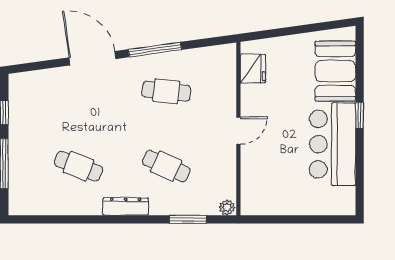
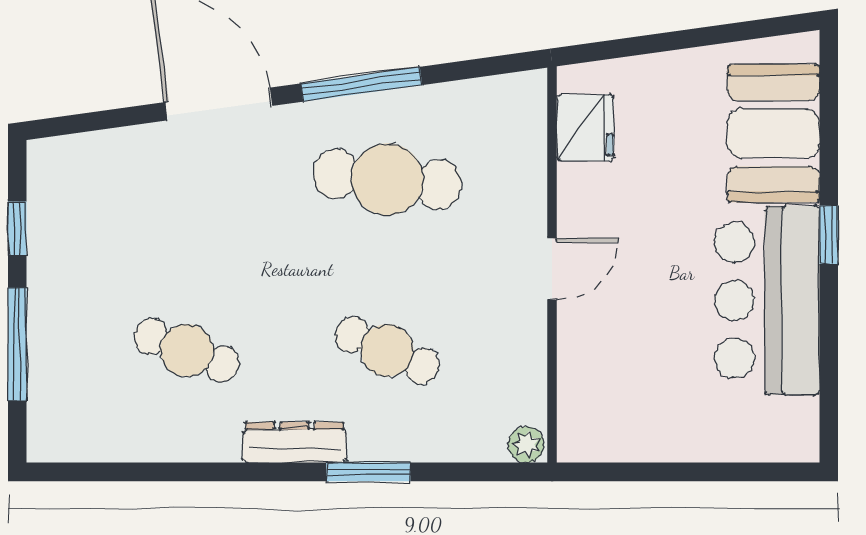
cafe table: (166, 91) -> (387, 179), width x1.37, depth x1.35
window: (188, 219) -> (368, 472), moved

